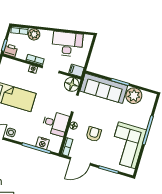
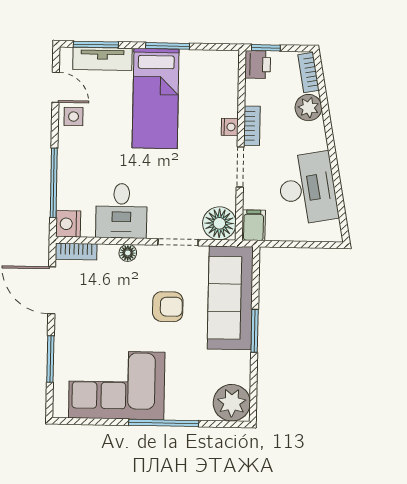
plant: (134, 96) -> (232, 403), moved
armchair: (94, 134) -> (168, 307), moved
nightstand: (43, 143) -> (68, 224), moved

